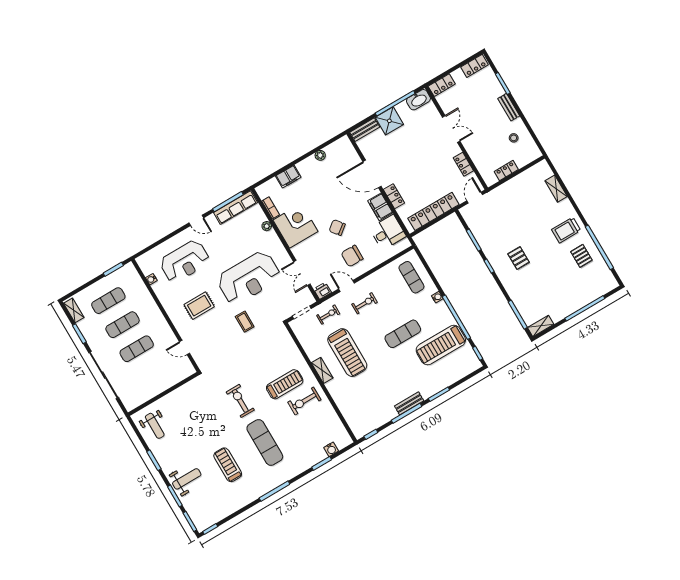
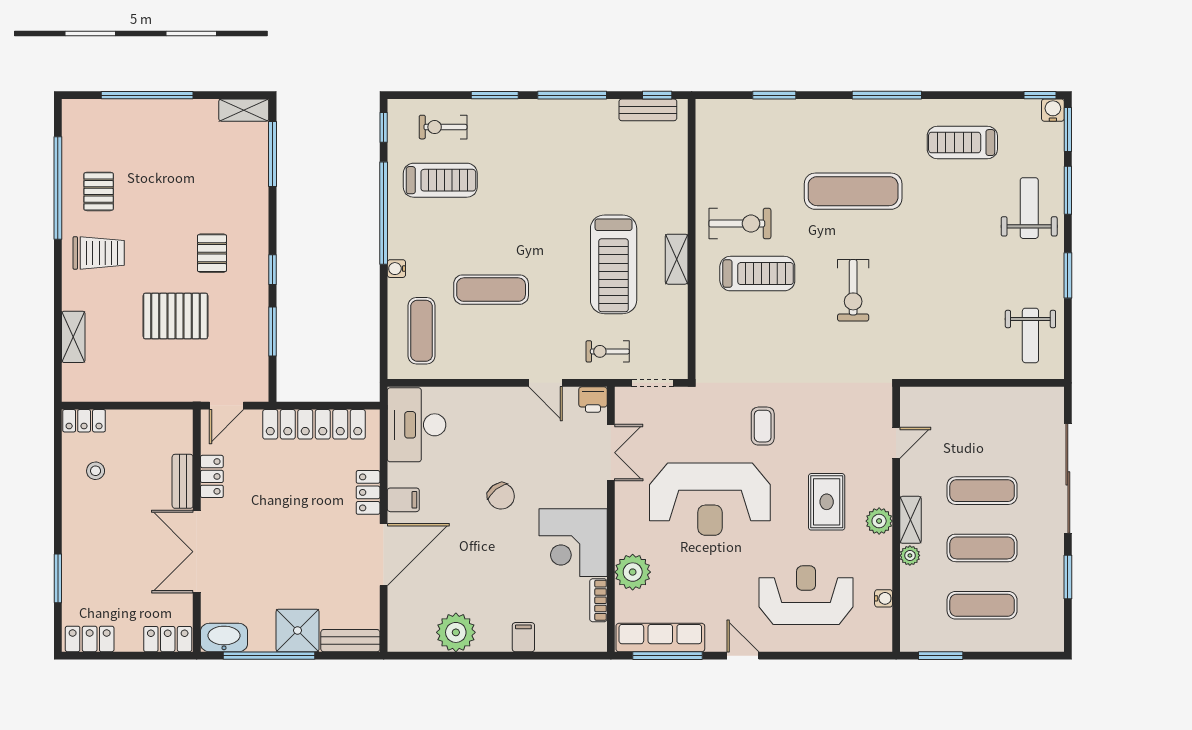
bench: (509, 107) -> (183, 481), moved
double door: (451, 129) -> (197, 552), width x1.37
plant: (320, 155) -> (456, 632), width x1.87, depth x1.87
locker: (506, 170) -> (84, 421), moved
door: (372, 174) -> (384, 555), hinge flipped
filing cabinet: (288, 177) -> (523, 637), width x0.50
filing cabinet: (380, 207) -> (403, 500), width x0.50
pallet: (518, 223) -> (176, 316), added
plant: (267, 226) -> (633, 572), width x1.87, depth x1.87
desk: (388, 232) -> (417, 425), width x1.37
chair: (352, 256) -> (504, 430), removed
reception desk: (249, 278) -> (710, 499), turned 180
exercise bike: (365, 303) -> (443, 127), moved
plant: (151, 304) -> (910, 555), added
rug: (199, 306) -> (827, 502), turned 90
shelving: (74, 310) -> (911, 520), moved
plant: (172, 311) -> (879, 521), added
exercise mat: (403, 334) -> (491, 290), moved
treadmill: (441, 345) -> (440, 180), width x0.73, depth x0.73
door: (185, 348) -> (896, 443), hinge flipped
treadmill: (347, 353) -> (614, 264), turned 180
treadmill: (285, 384) -> (757, 274), turned 180
bench: (409, 403) -> (648, 110), moved
weight bench: (155, 426) -> (1030, 335), turned 180
exercise mat: (265, 442) -> (853, 191), turned 90
water cooler: (331, 449) -> (1053, 110), moved
treadmill: (228, 465) -> (962, 143), moved, turned 90
weight bench: (187, 479) -> (1029, 208), turned 90

